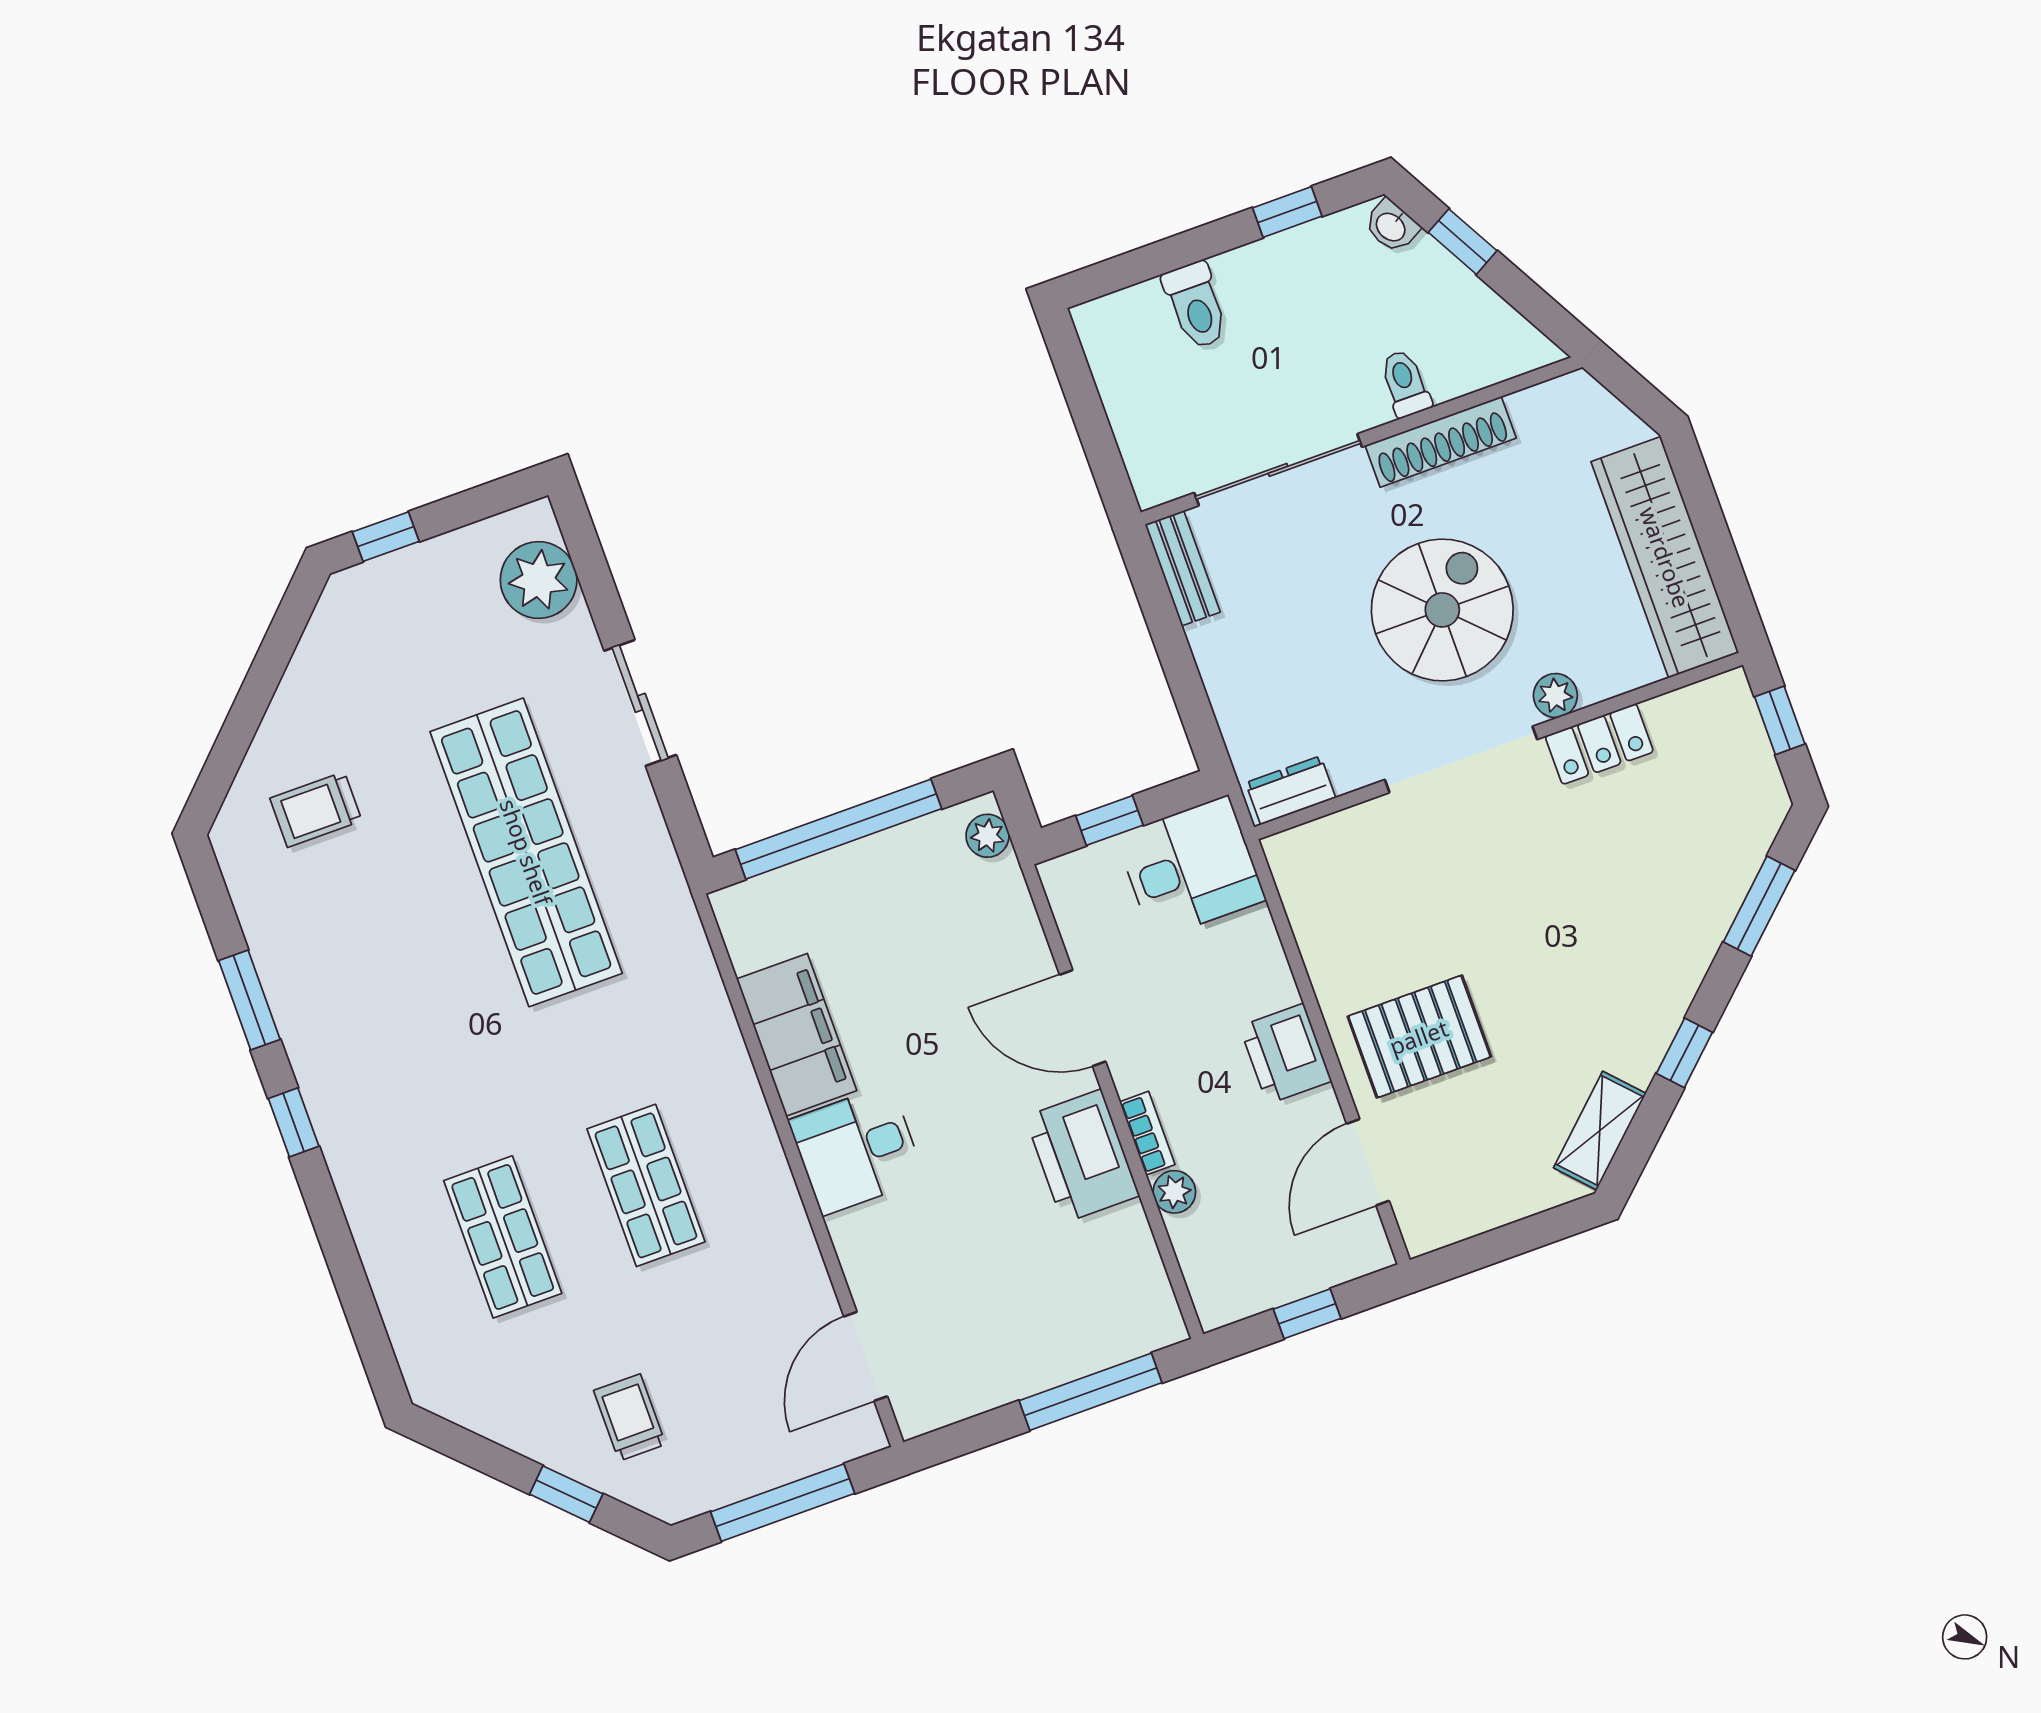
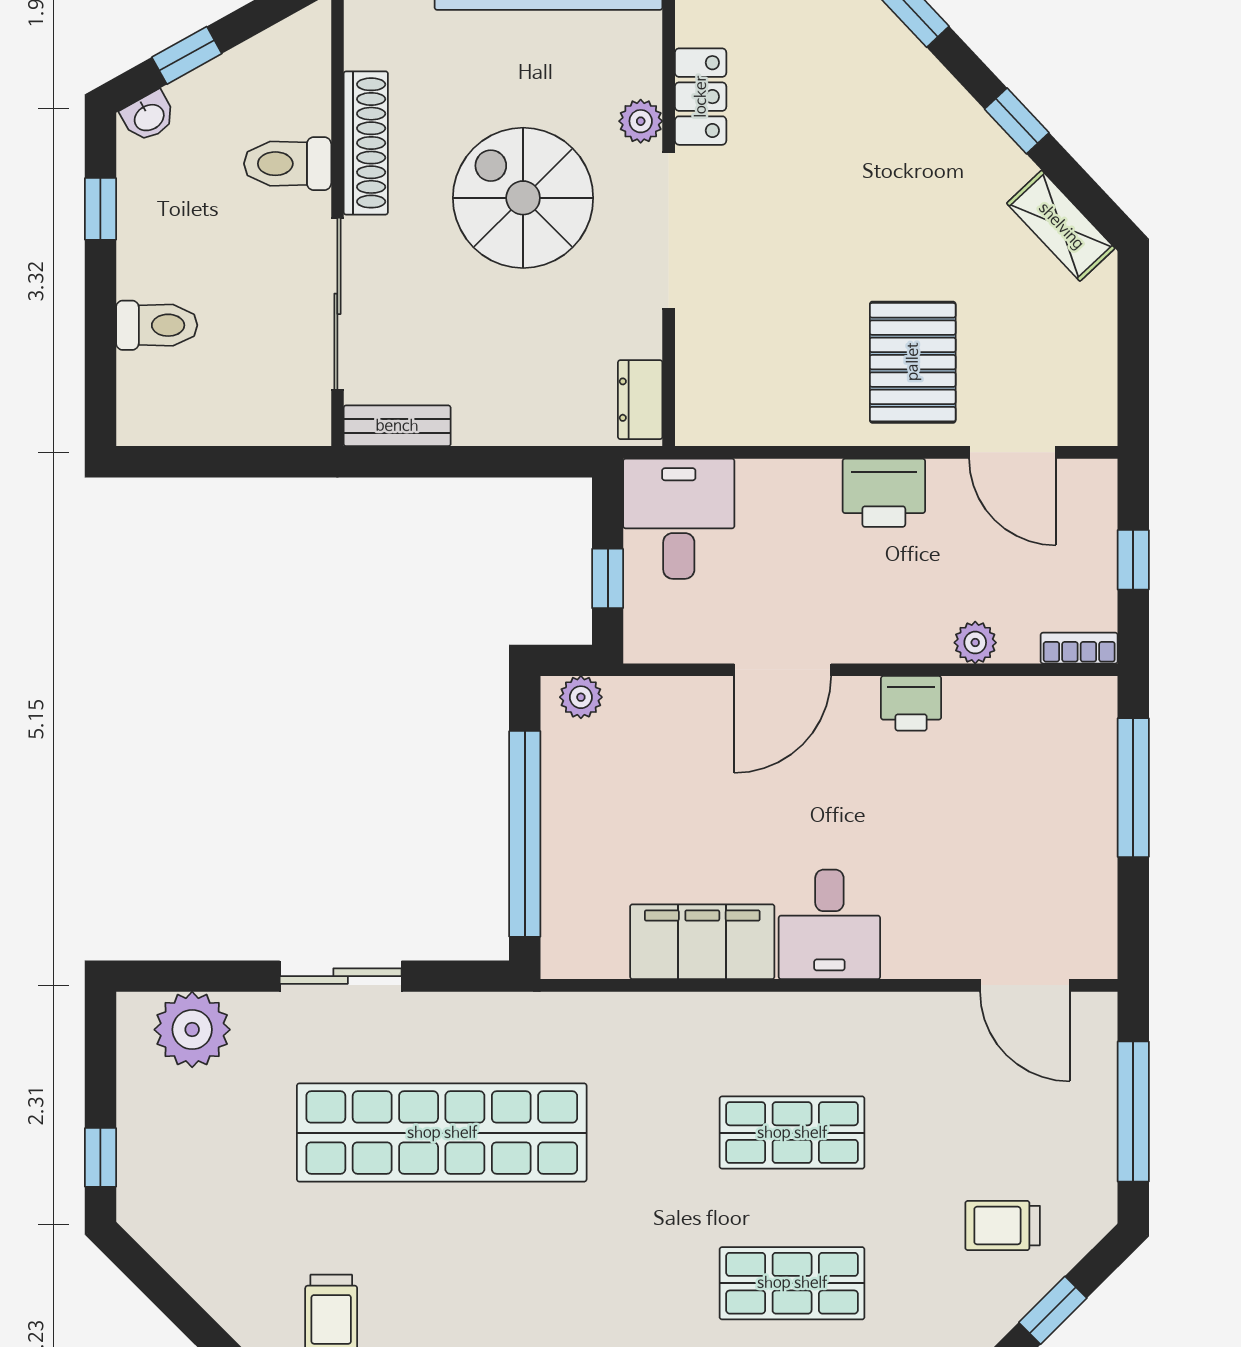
toilet: (1405, 384) -> (288, 164), width x1.37, depth x1.39
bookcase: (1147, 1133) -> (1079, 648), moved
printer: (1082, 1156) -> (911, 703), width x0.53, depth x0.68

